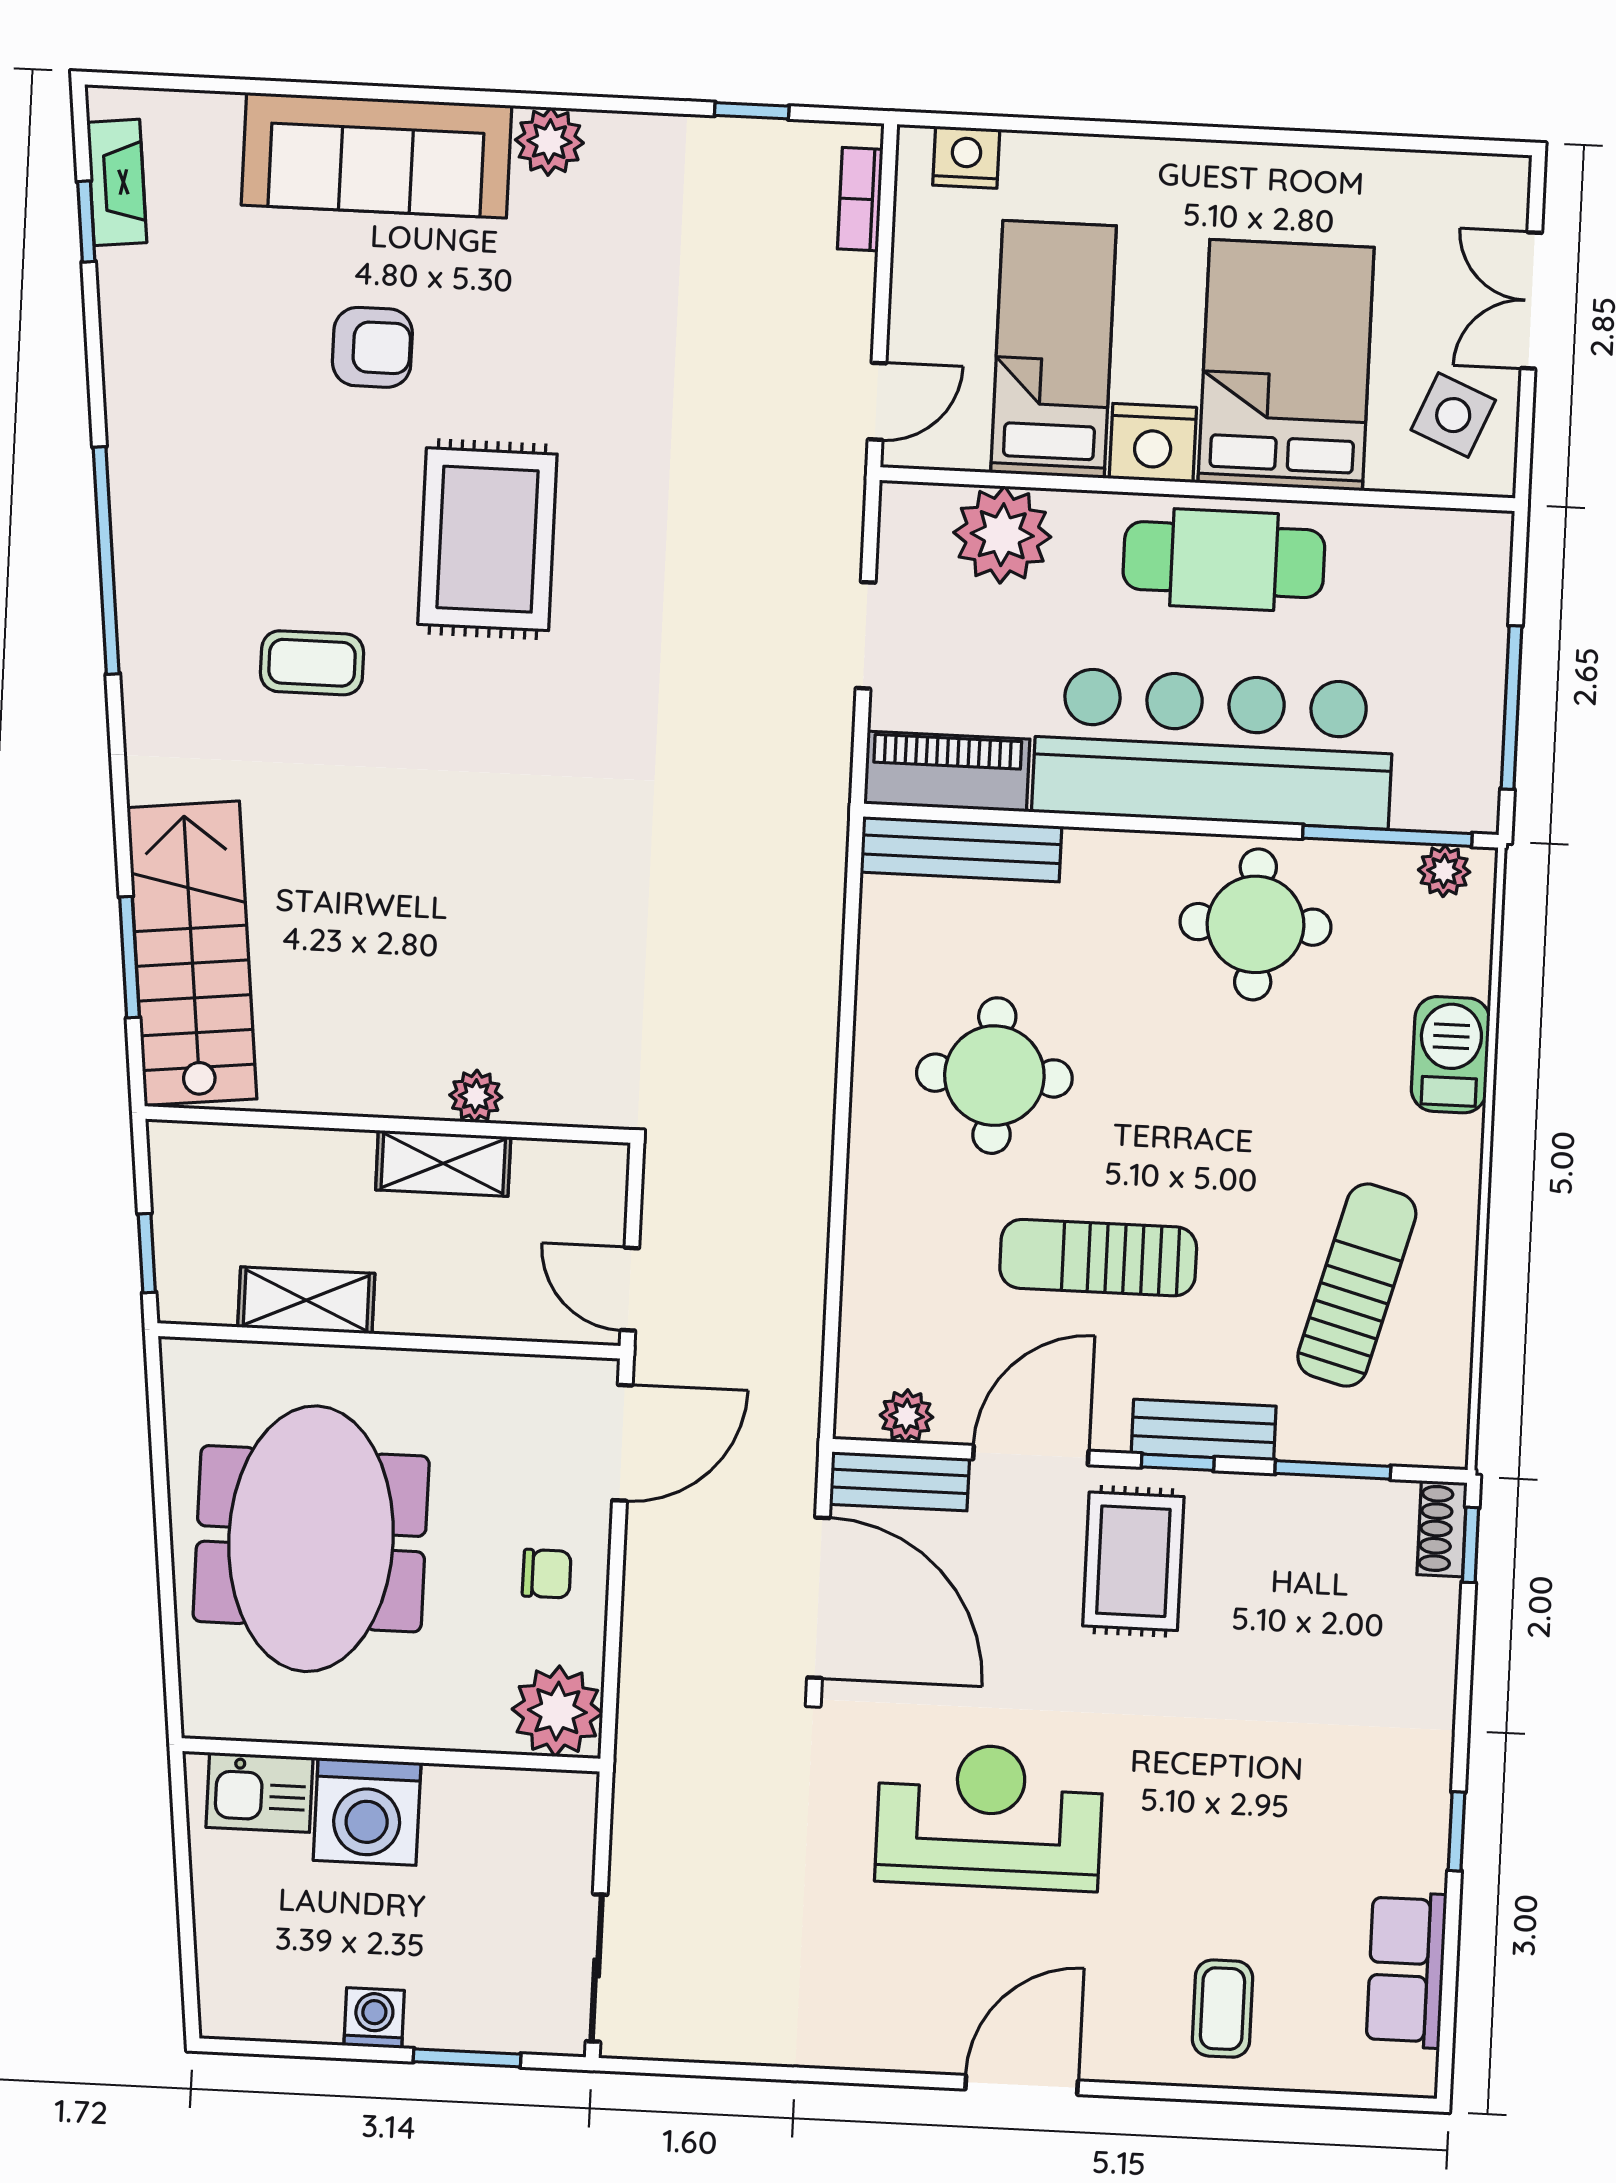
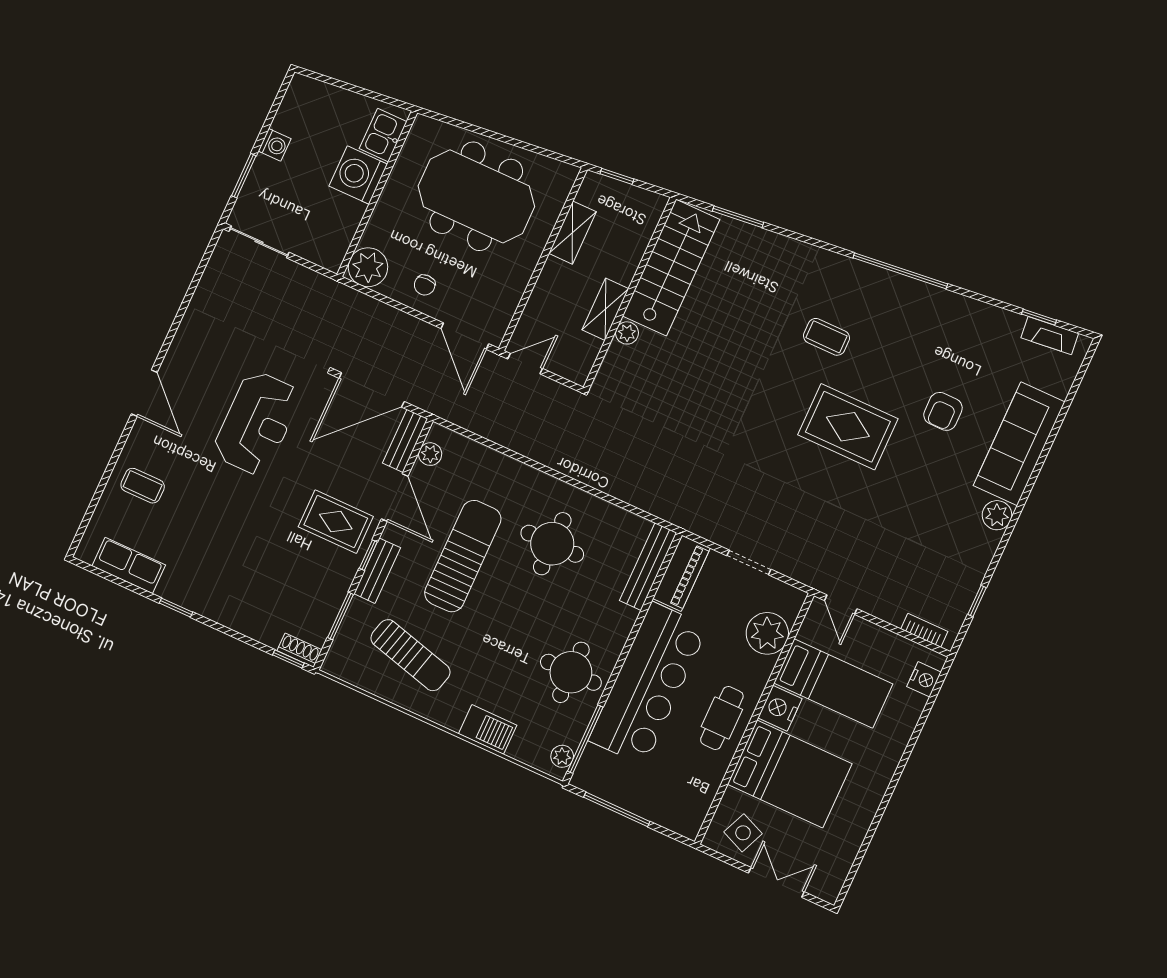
cafe table: (1224, 560) -> (722, 718), width x0.73, depth x0.74
coffee table: (312, 663) -> (826, 337), turned 90
stairs: (192, 953) -> (671, 268), moved, turned -84
sun lounger: (1098, 1258) -> (463, 556), width x1.36, depth x1.34

